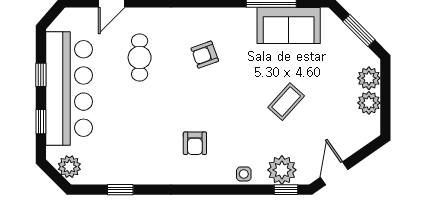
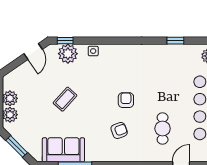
armchair: (195, 143) -> (126, 100), moved

